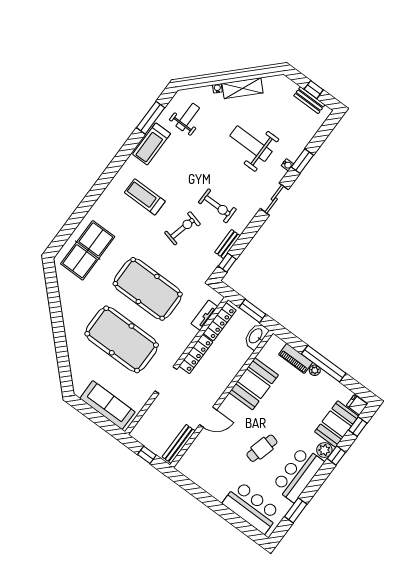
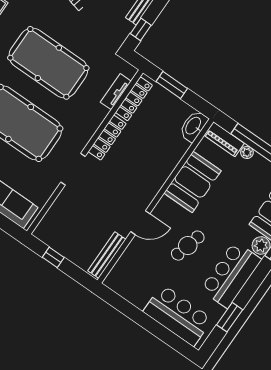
washbasin: (256, 336) -> (194, 126), moved
booth: (254, 384) -> (193, 182), moved
wall: (222, 399) -> (155, 201), moved
door: (208, 417) -> (140, 223), moved
bench: (179, 444) -> (107, 255), moved

